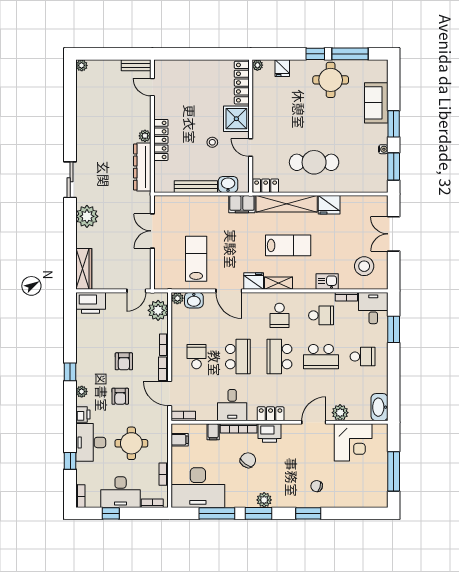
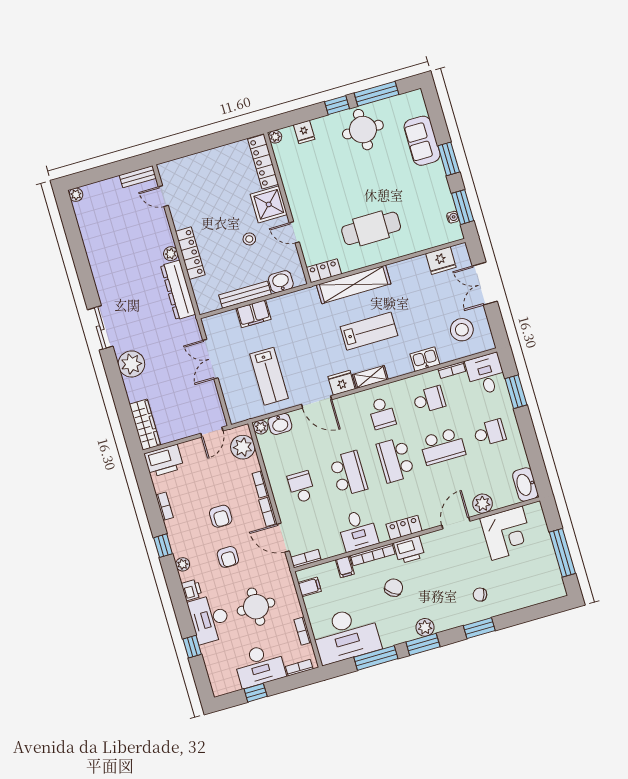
water cooler: (383, 149) -> (453, 217), moved
filing cabinet: (242, 204) -> (254, 314), moved
fridge: (329, 205) -> (441, 260), moved
lab bench: (196, 259) -> (269, 376), turned 180
bookcase: (80, 496) -> (164, 506), moved

